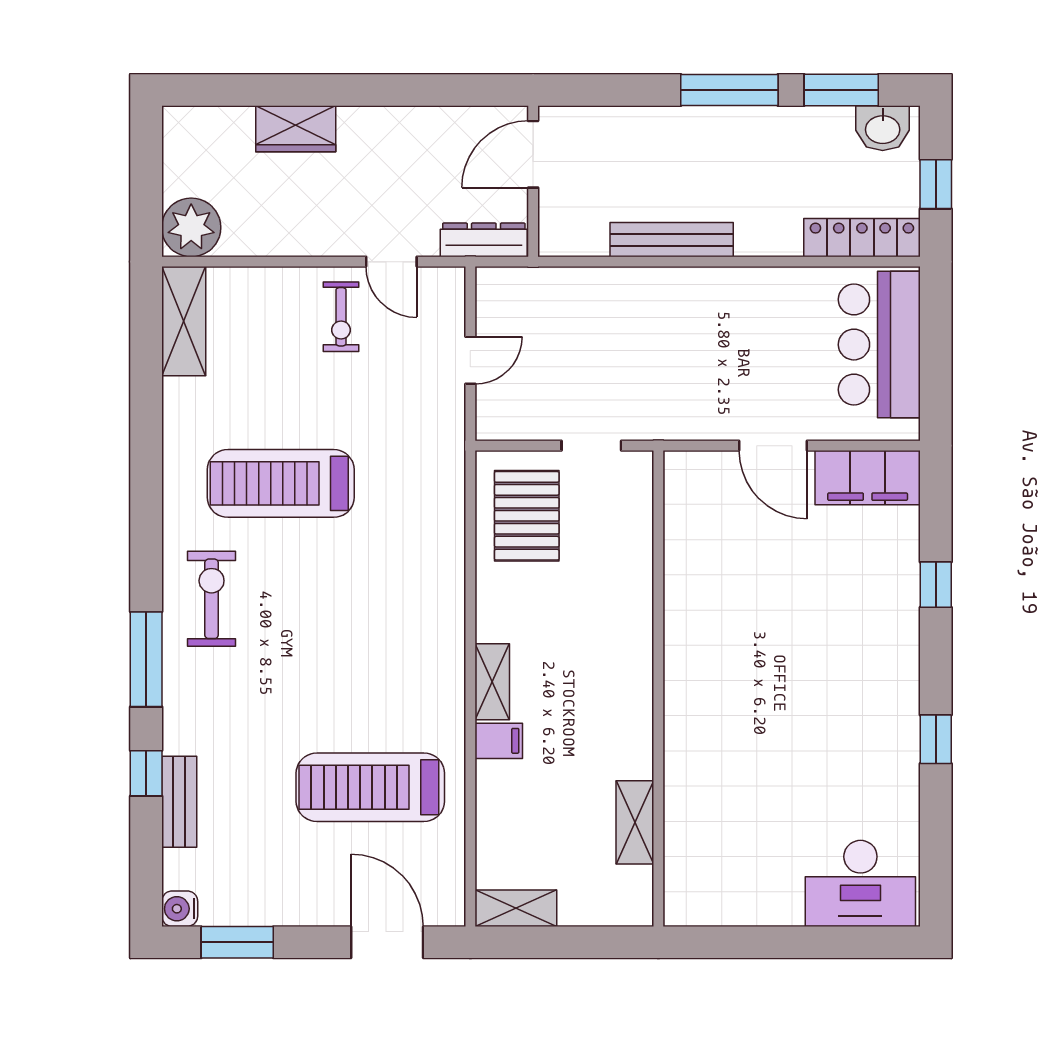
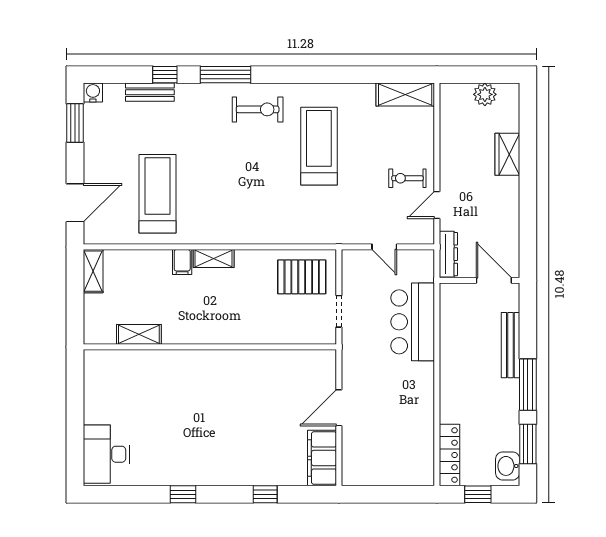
plant: (191, 227) -> (485, 94), moved, width x0.73, depth x0.73
bench: (672, 240) -> (510, 345), moved
bar counter: (879, 345) -> (413, 322), moved, turned -90

